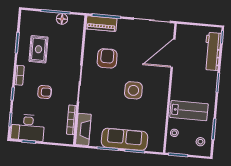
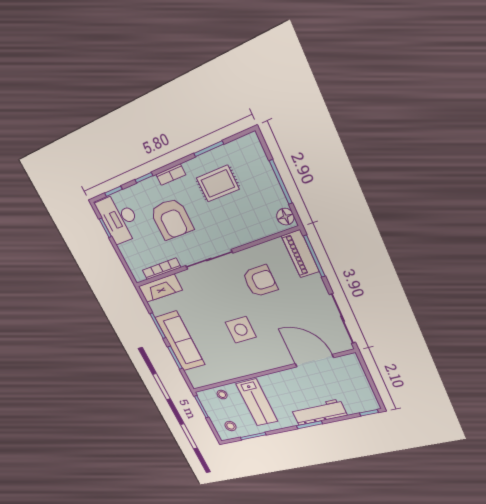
floor lamp: (62, 19) -> (285, 217), moved
workbench: (212, 51) -> (319, 412), moved
armchair: (45, 92) -> (172, 219), width x1.88, depth x1.88

